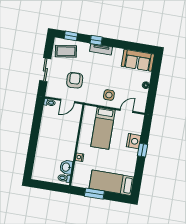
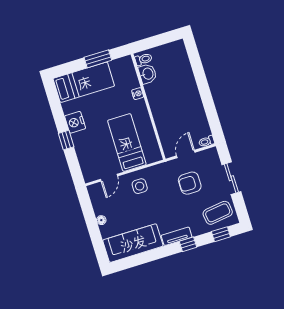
sofa: (138, 60) -> (133, 243), width x1.36
armchair: (75, 80) -> (190, 183), turned 93
nightstand: (134, 141) -> (75, 122), moved

